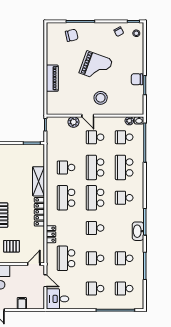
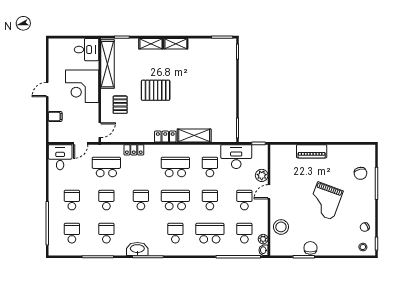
stool: (101, 98) -> (281, 227), moved
desk: (57, 144) -> (236, 157), added
school desk: (95, 167) -> (210, 200), width x0.54
locker: (39, 212) -> (165, 137), width x0.66
door: (34, 264) -> (100, 130), hinge flipped

